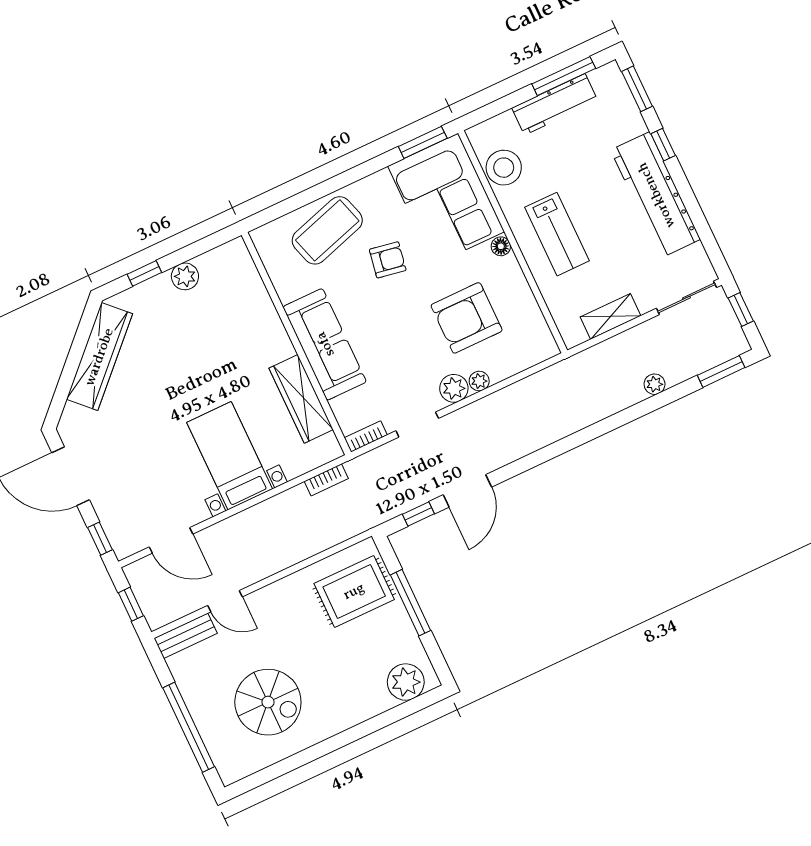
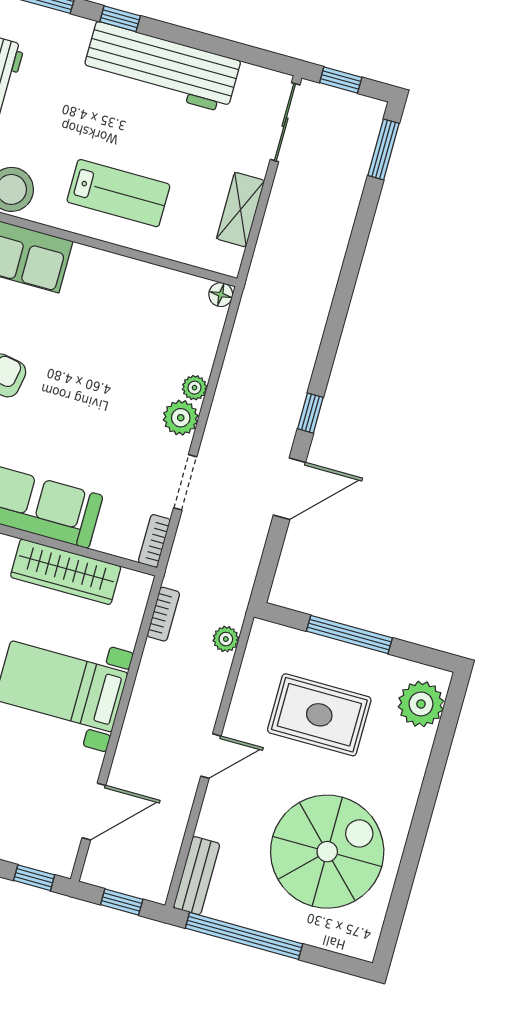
floor lamp: (501, 246) -> (221, 295), moved
armchair: (467, 318) -> (124, 348), removed
plant: (655, 384) -> (226, 639), moved
door: (467, 491) -> (289, 489), hinge flipped
window: (418, 514) -> (310, 413), moved
rug: (354, 591) -> (319, 715), moved, turned 90
door: (225, 601) -> (211, 756), moved
spiral stairs: (268, 702) -> (327, 852), width x1.37, depth x1.37
window: (189, 727) -> (244, 936), moved

